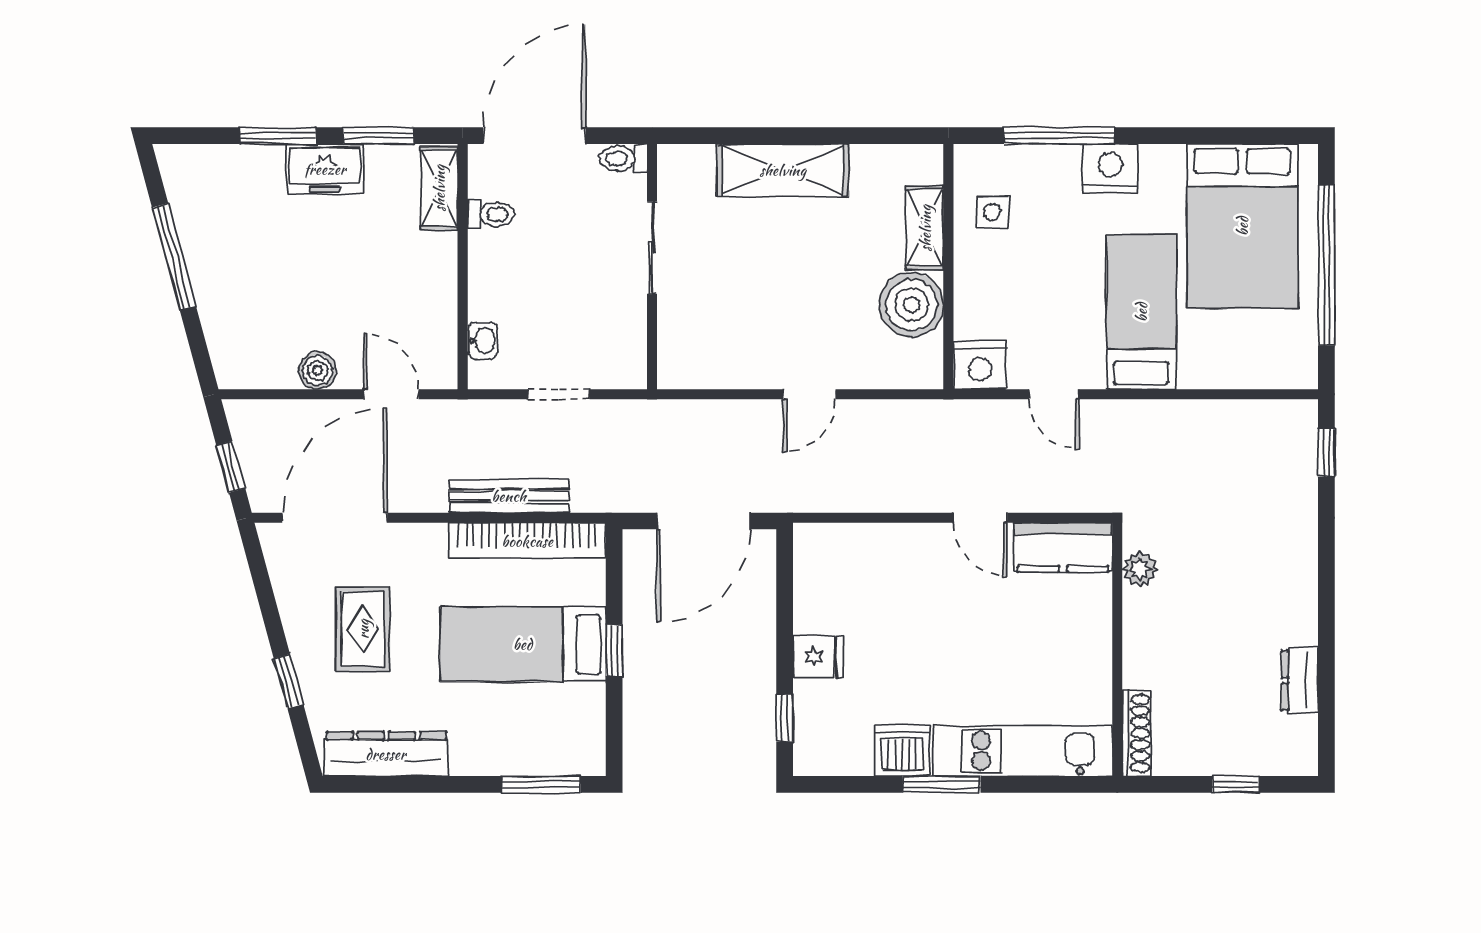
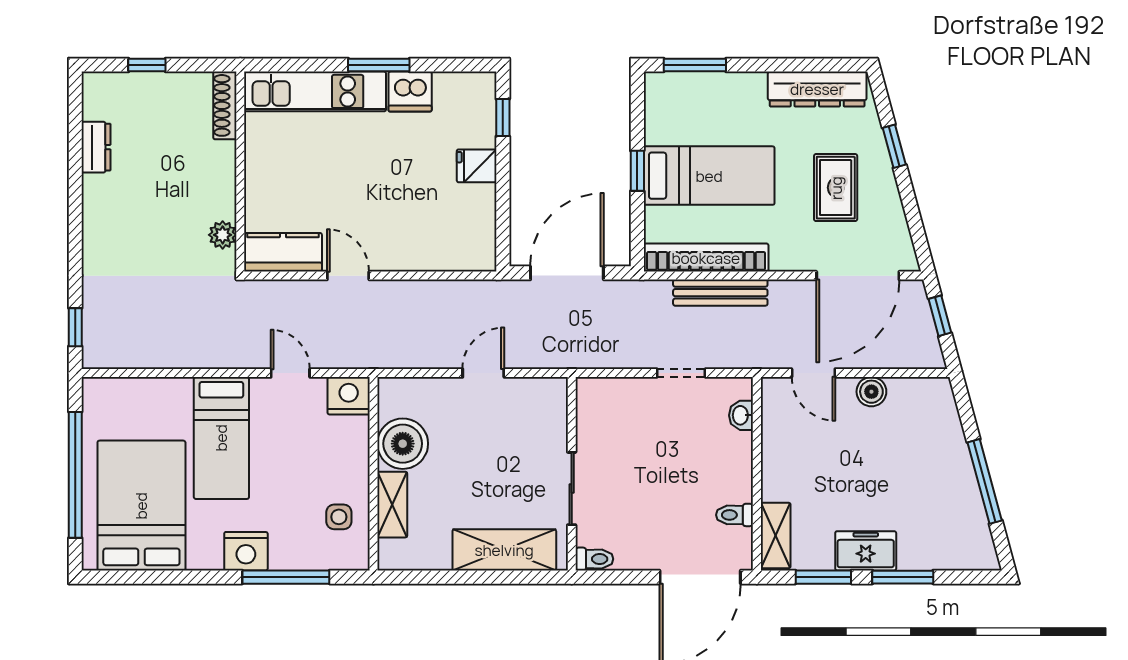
toilet: (623, 159) -> (594, 559), moved
sliding door: (652, 248) -> (572, 489), moved
wall: (652, 267) -> (572, 474), moved

